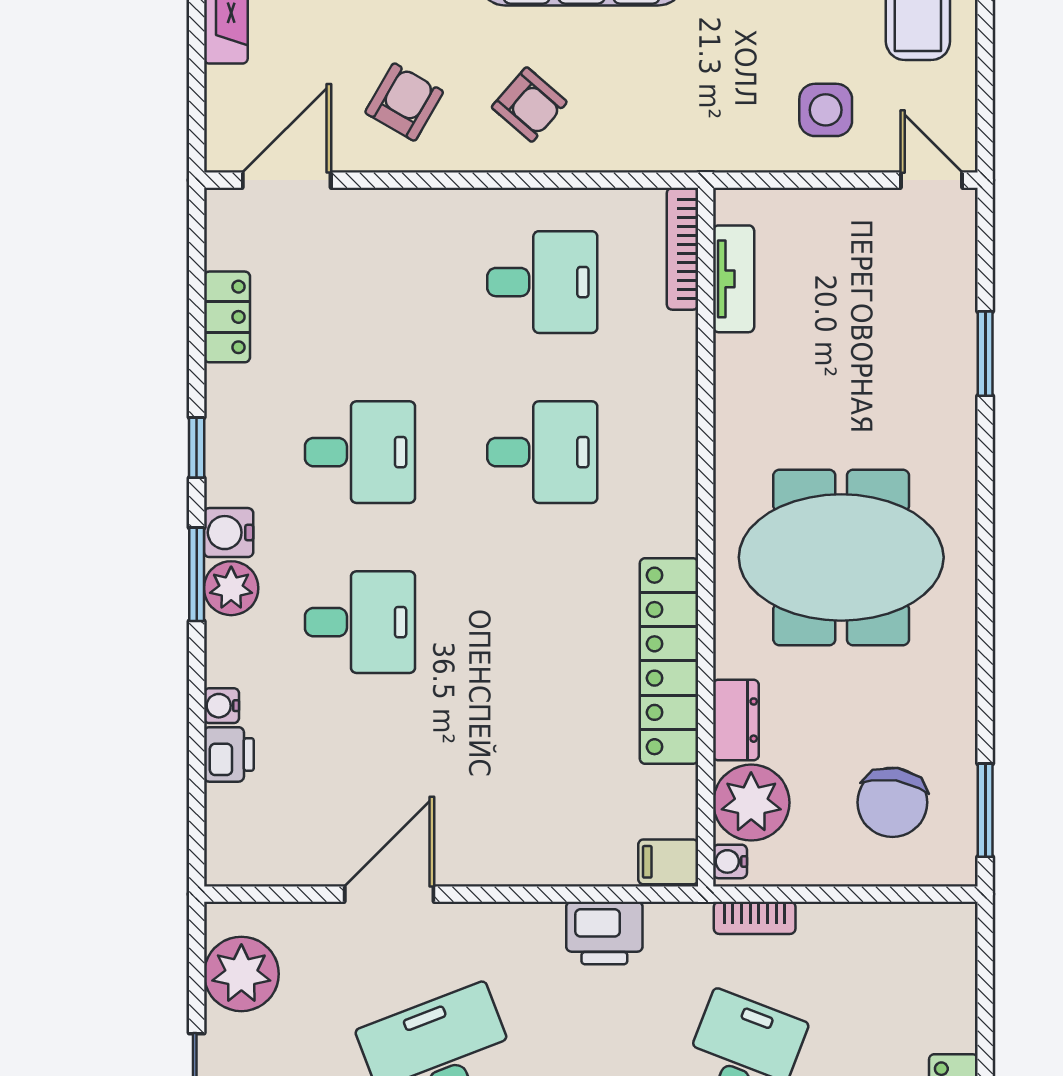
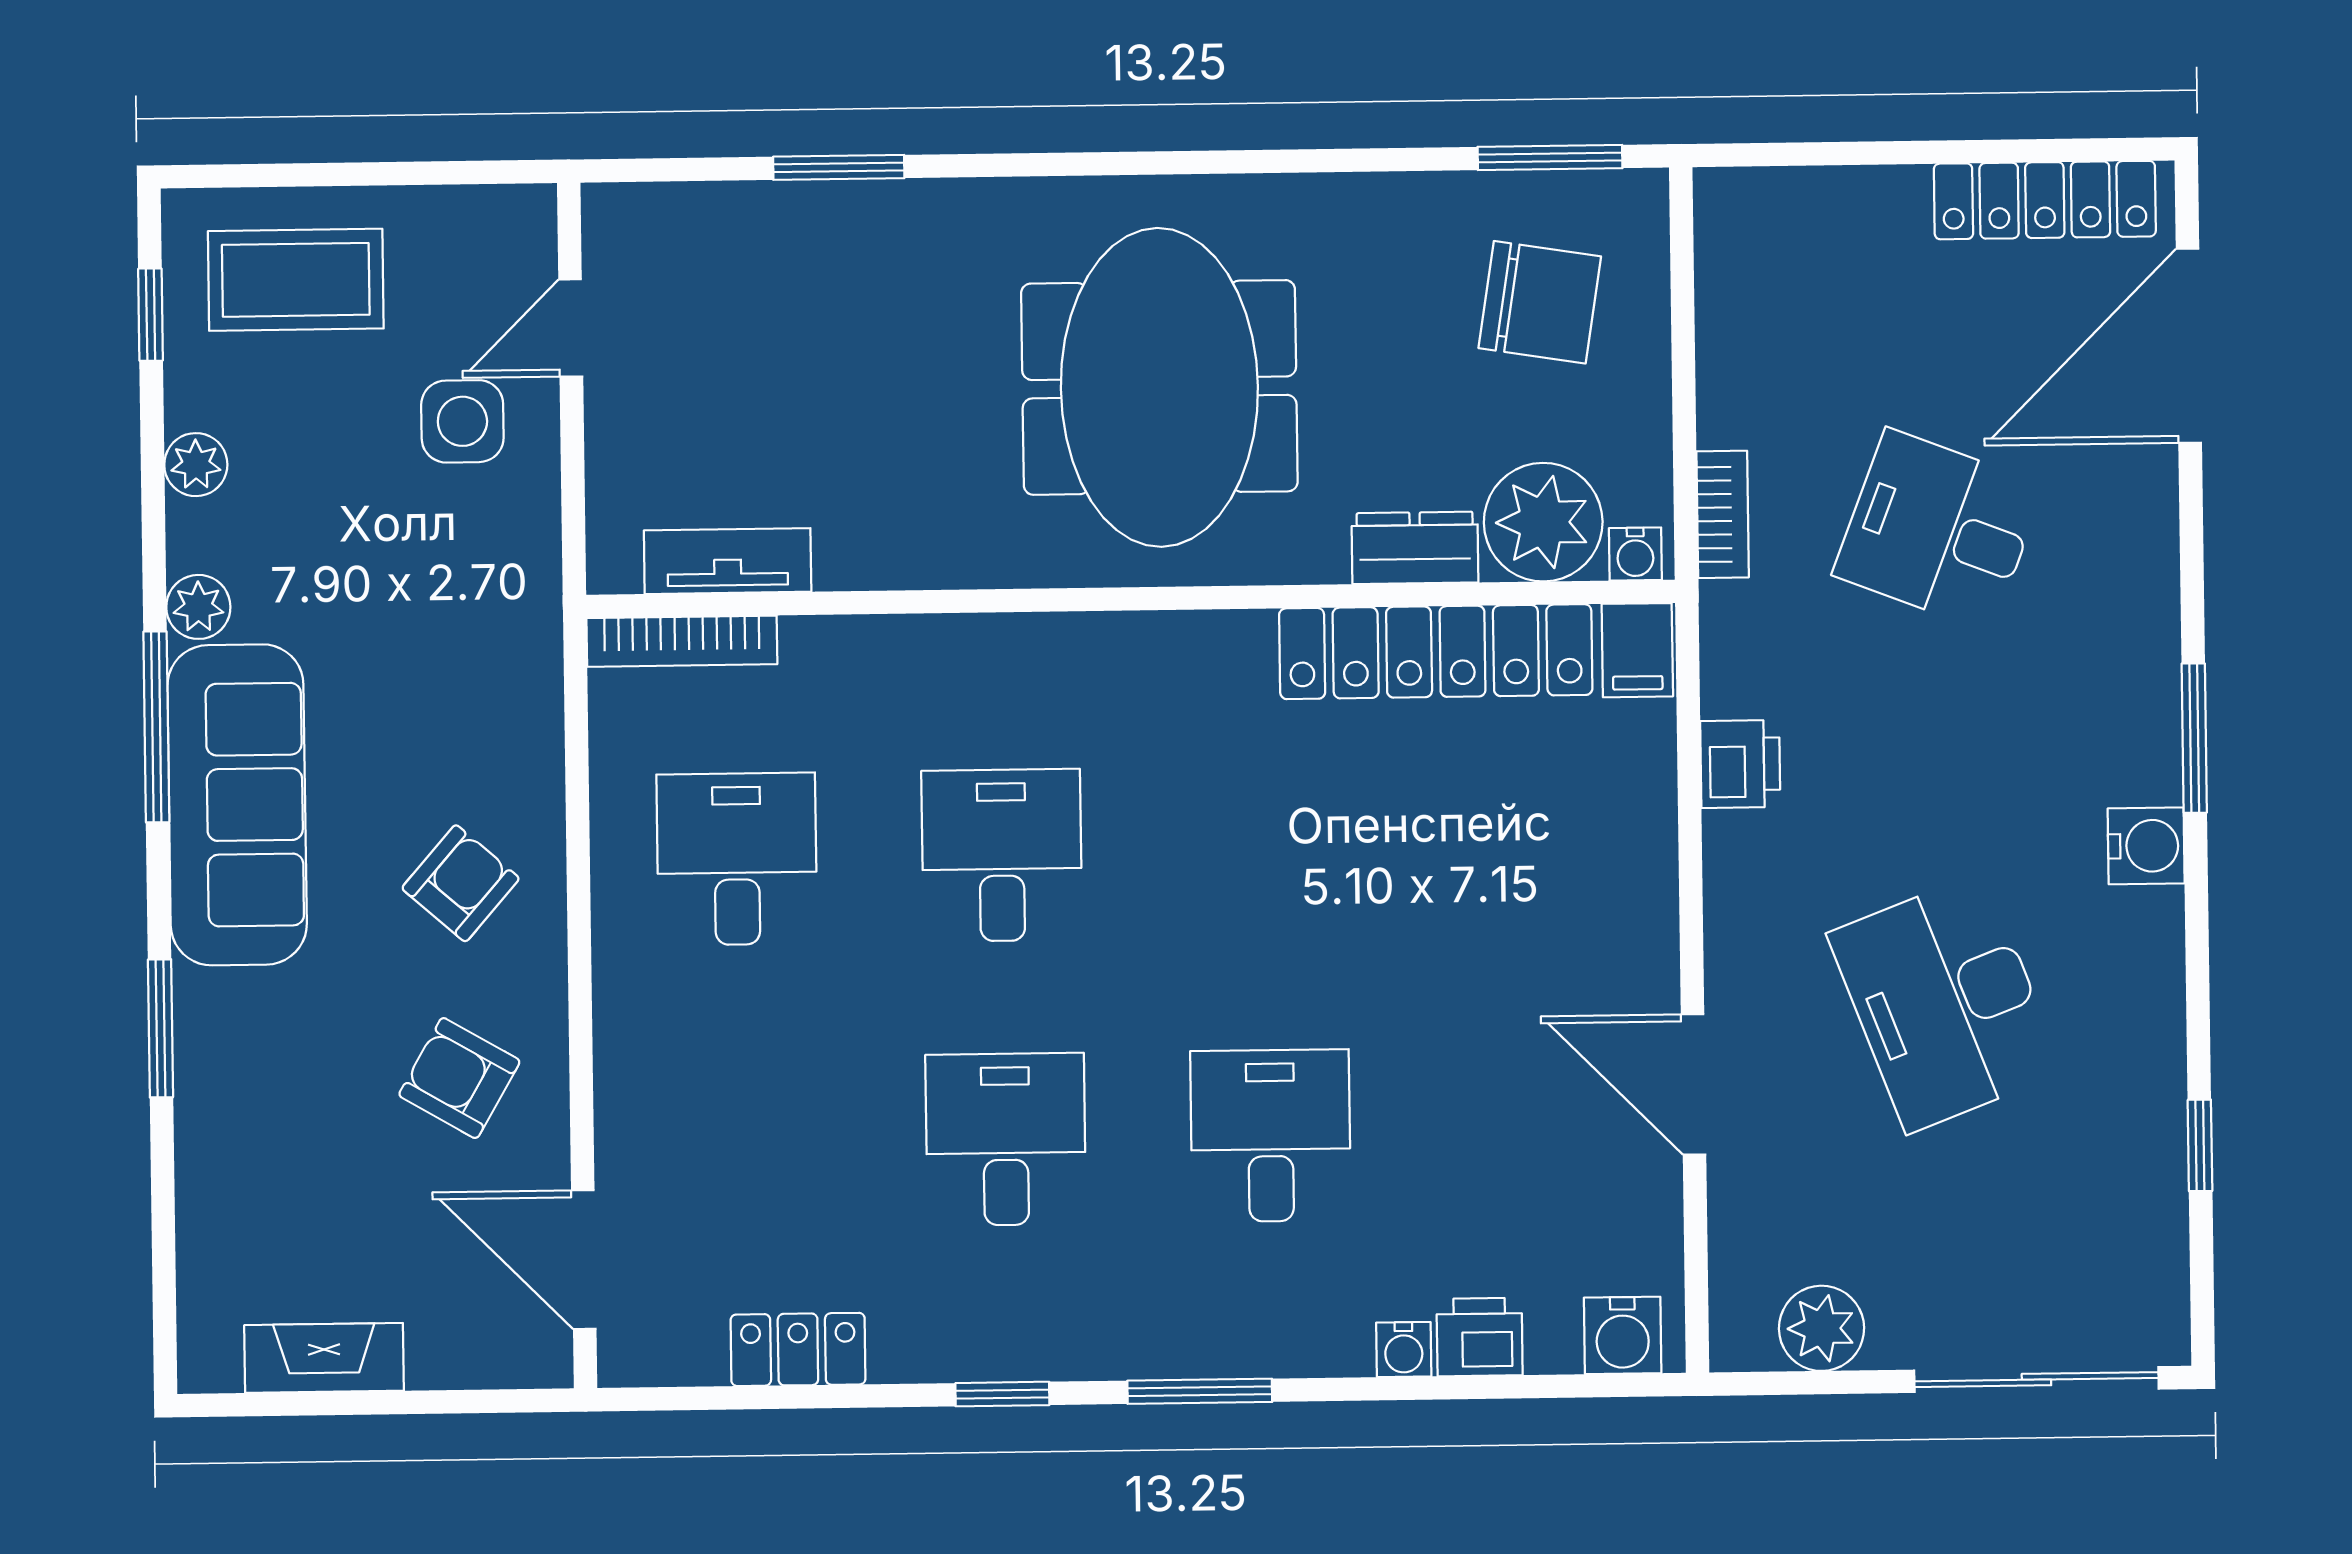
door: (932, 180) -> (571, 328), moved
water cooler: (229, 533) -> (1623, 1335), moved
plant: (231, 588) -> (1220, 1337), removed
locker: (669, 661) -> (1436, 652), moved
printer: (604, 933) -> (1740, 764), width x0.73, depth x0.81
plant: (241, 974) -> (1822, 1328), width x0.73, depth x0.73

